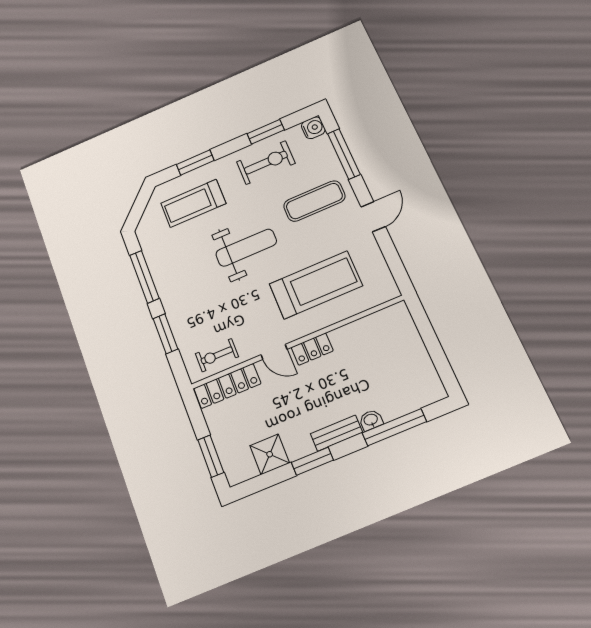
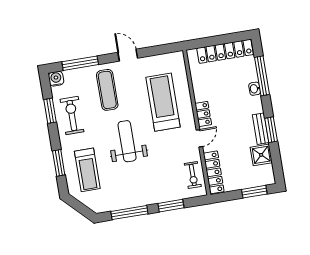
locker: (418, 360) -> (225, 51), added
bench: (337, 433) -> (261, 129), moved

